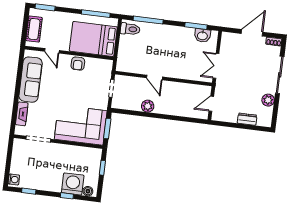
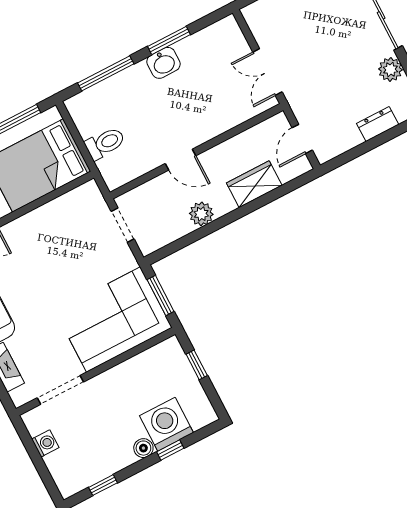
window: (196, 26) -> (169, 40), moved
toilet: (130, 29) -> (105, 143), moved
washbasin: (202, 36) -> (163, 63), moved
armchair: (78, 64) -> (40, 223), removed
wardrobe: (178, 109) -> (254, 184), added
washing machine: (14, 179) -> (45, 443), moved
boiler: (88, 191) -> (143, 448), moved

